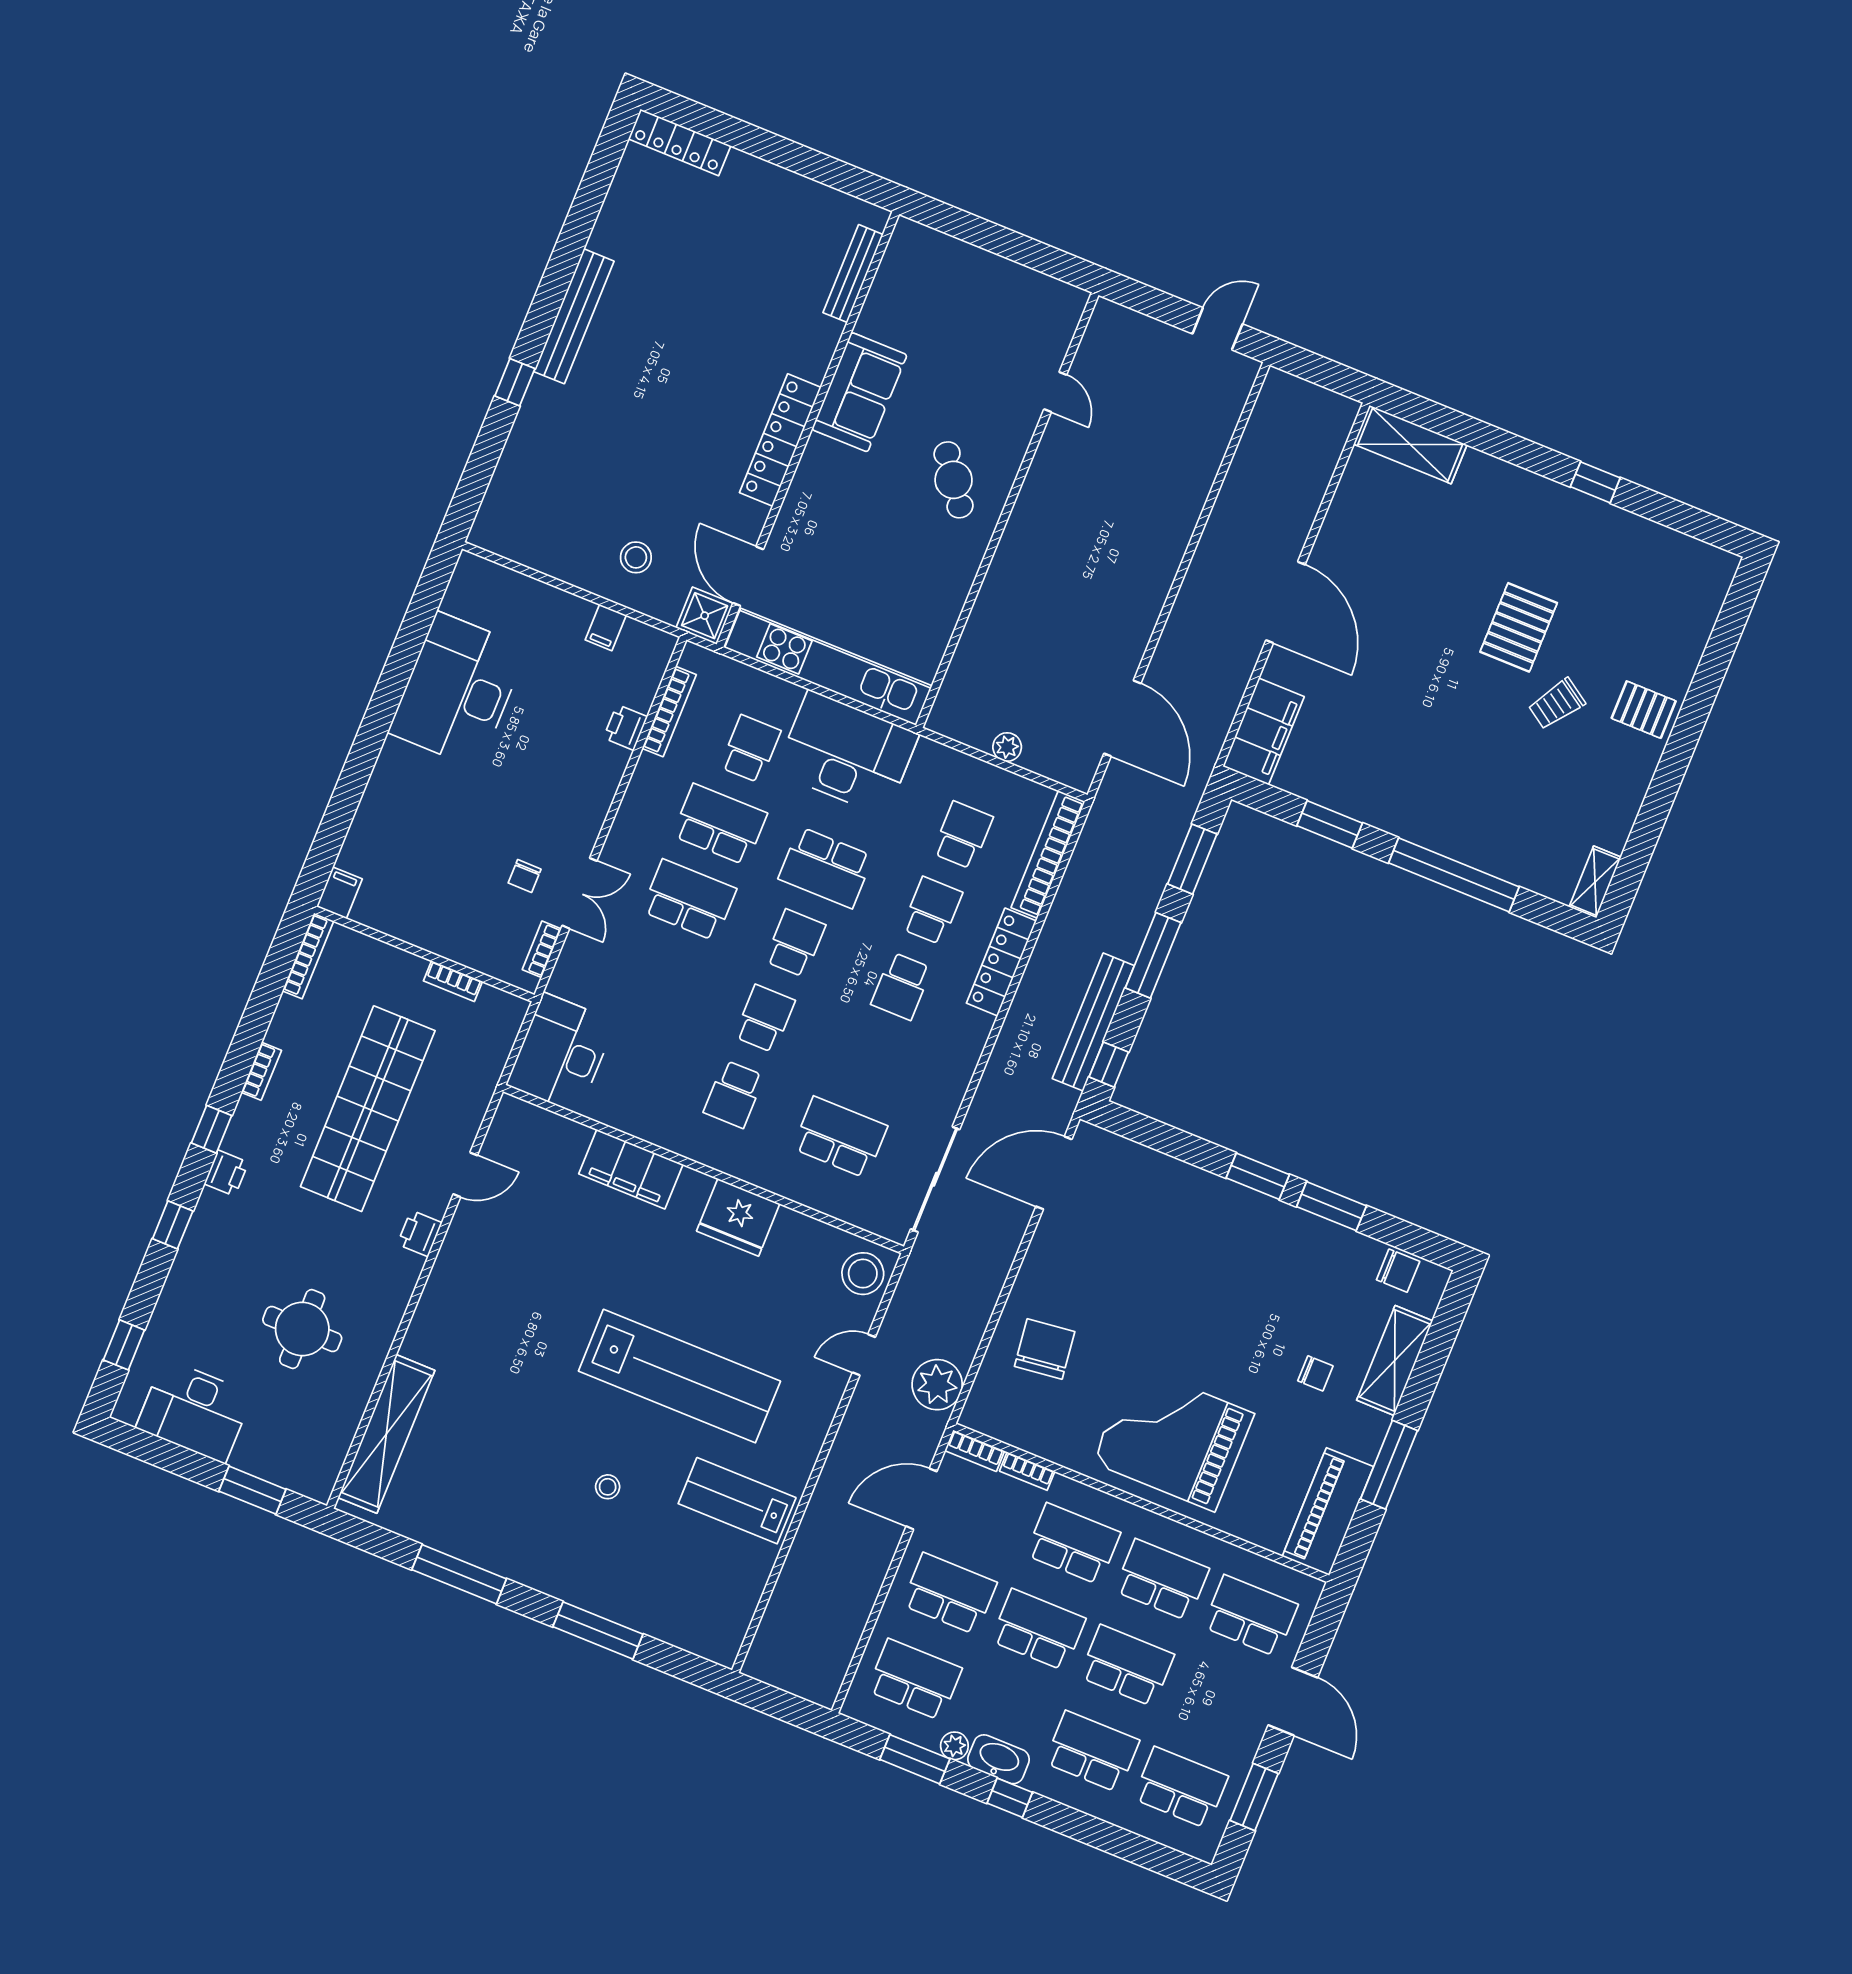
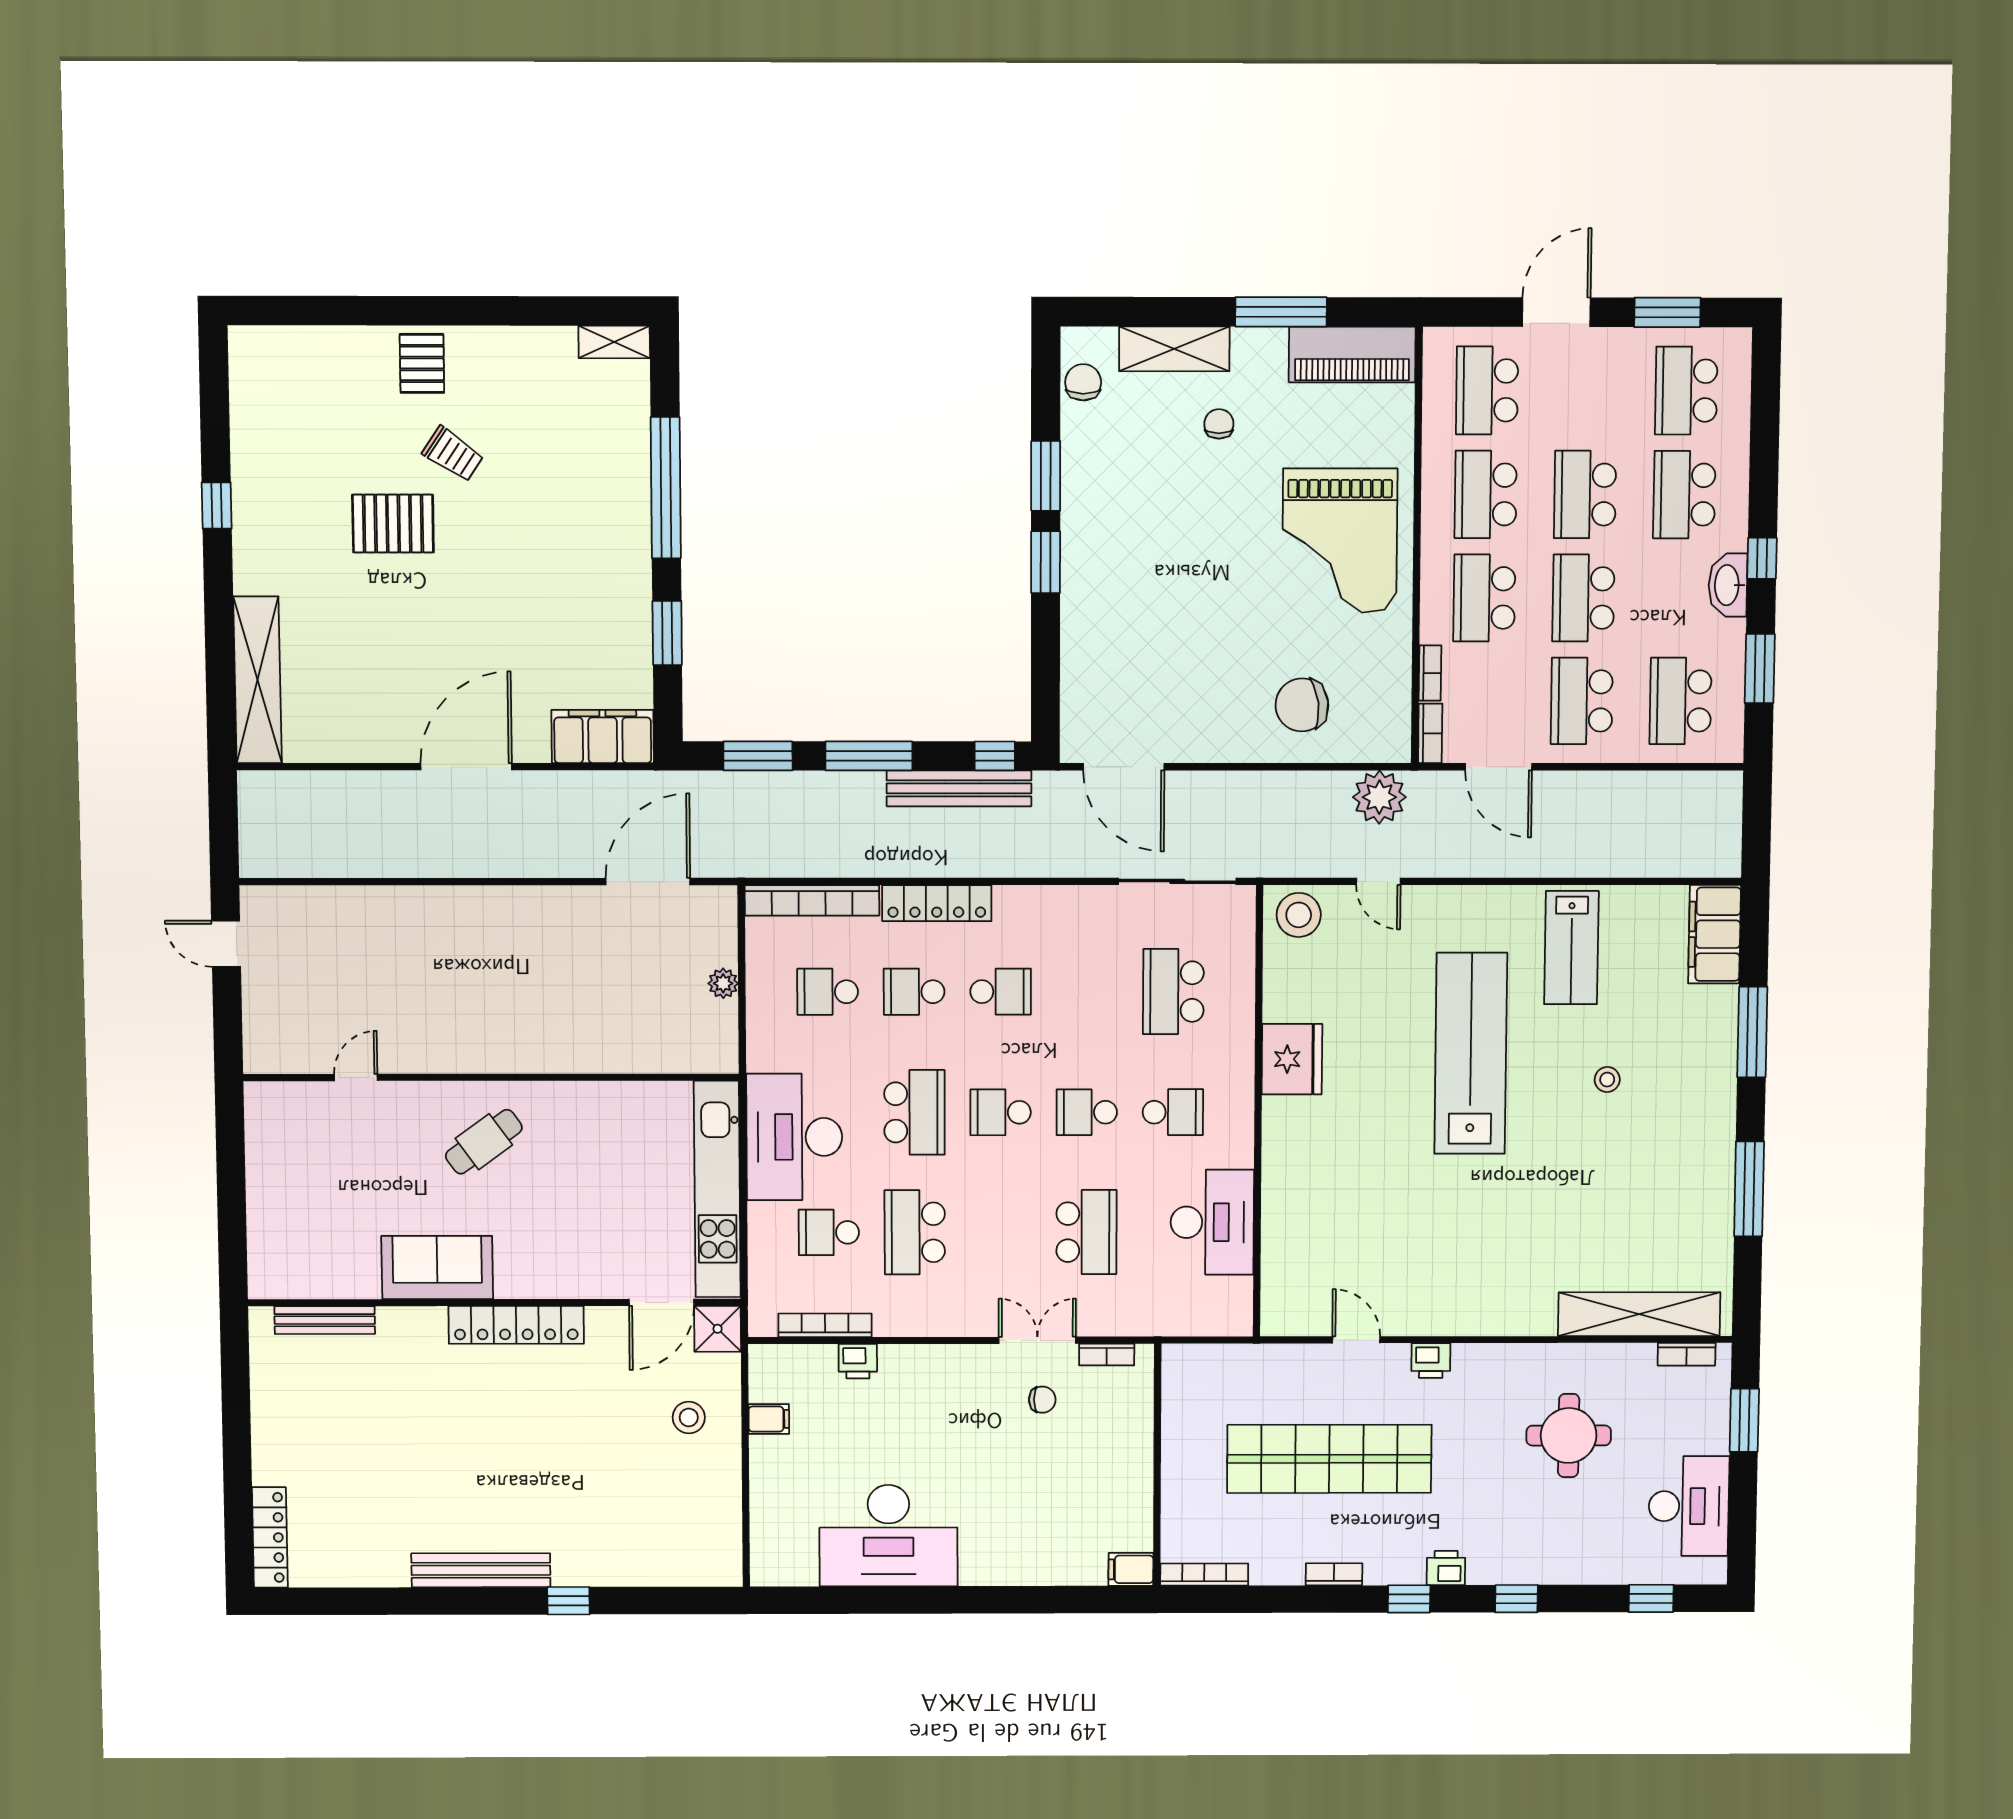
shelving: (1410, 444) -> (257, 680), width x1.47
school desk: (689, 900) -> (1086, 1232), moved, turned 180
bookcase: (453, 981) -> (1687, 1354), moved, turned 90
desk: (561, 1053) -> (1212, 1222), moved, turned -90
filing cabinet: (631, 1169) -> (1715, 934), moved, turned 180
plant: (954, 1746) -> (1731, 635), removed

